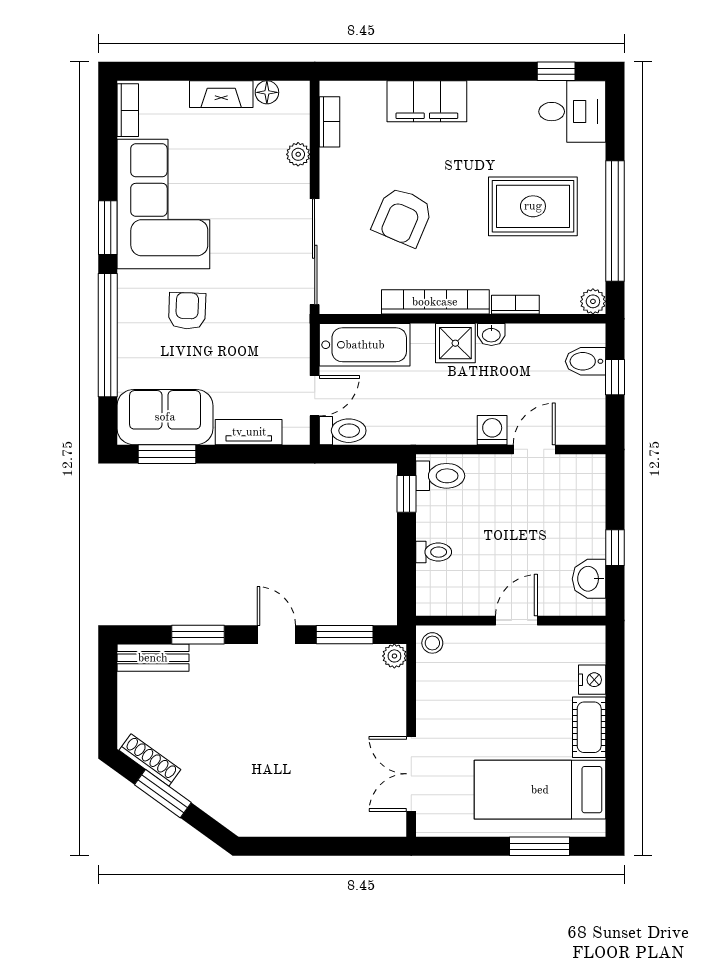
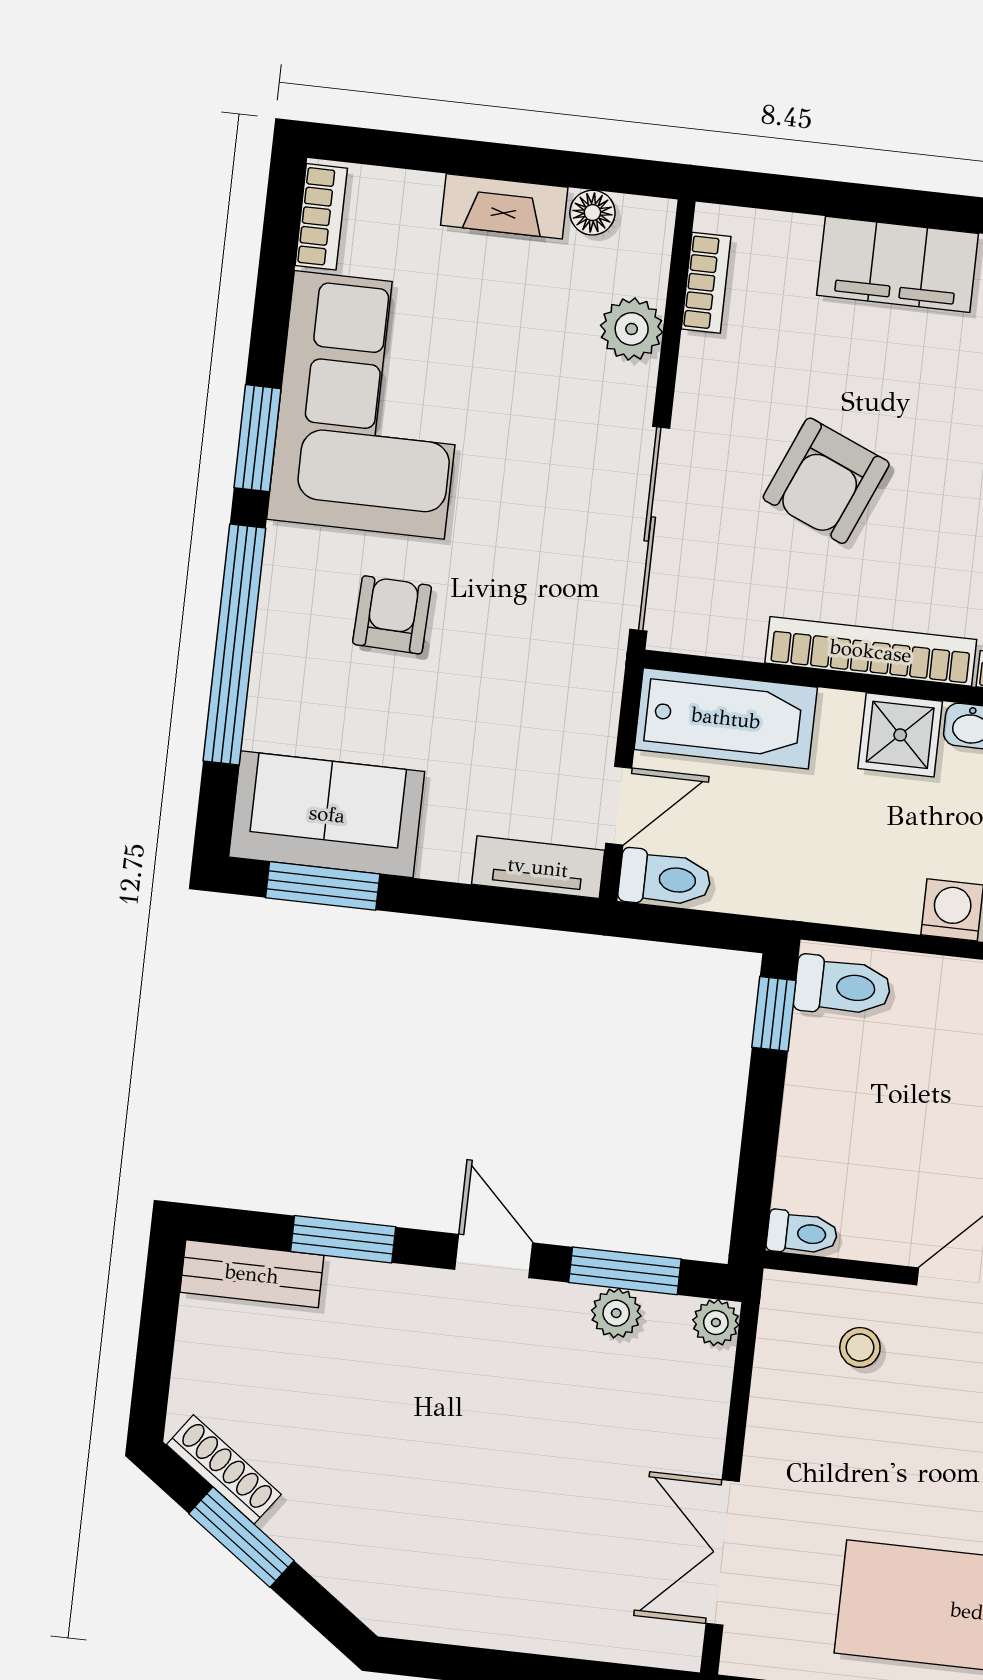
plant: (298, 154) -> (632, 329), width x1.38, depth x1.38
tv unit: (249, 432) -> (538, 867), moved
toilet: (434, 552) -> (802, 1233), moved
stool: (432, 643) -> (860, 1347), moved
plant: (343, 657) -> (616, 1313), added

